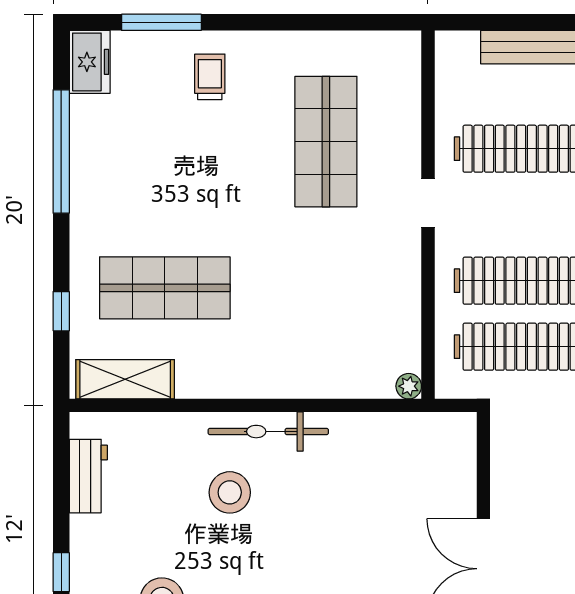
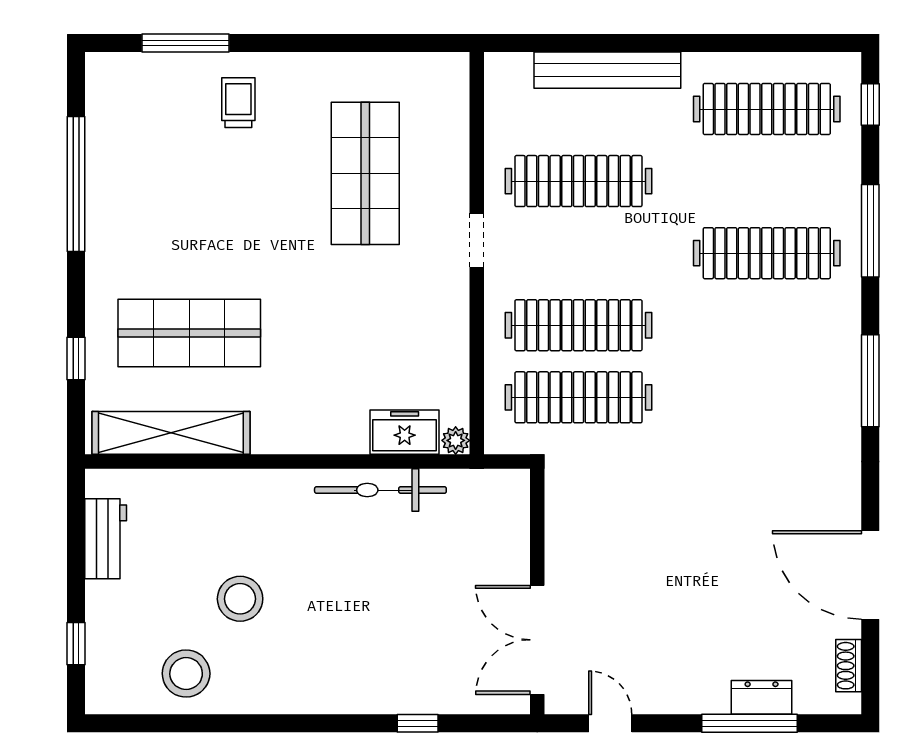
freezer: (90, 62) -> (405, 432), moved, turned -90
shelving: (125, 379) -> (171, 433), width x1.47
bicycle: (268, 432) -> (380, 490), moved
stool: (230, 492) -> (240, 599), moved

